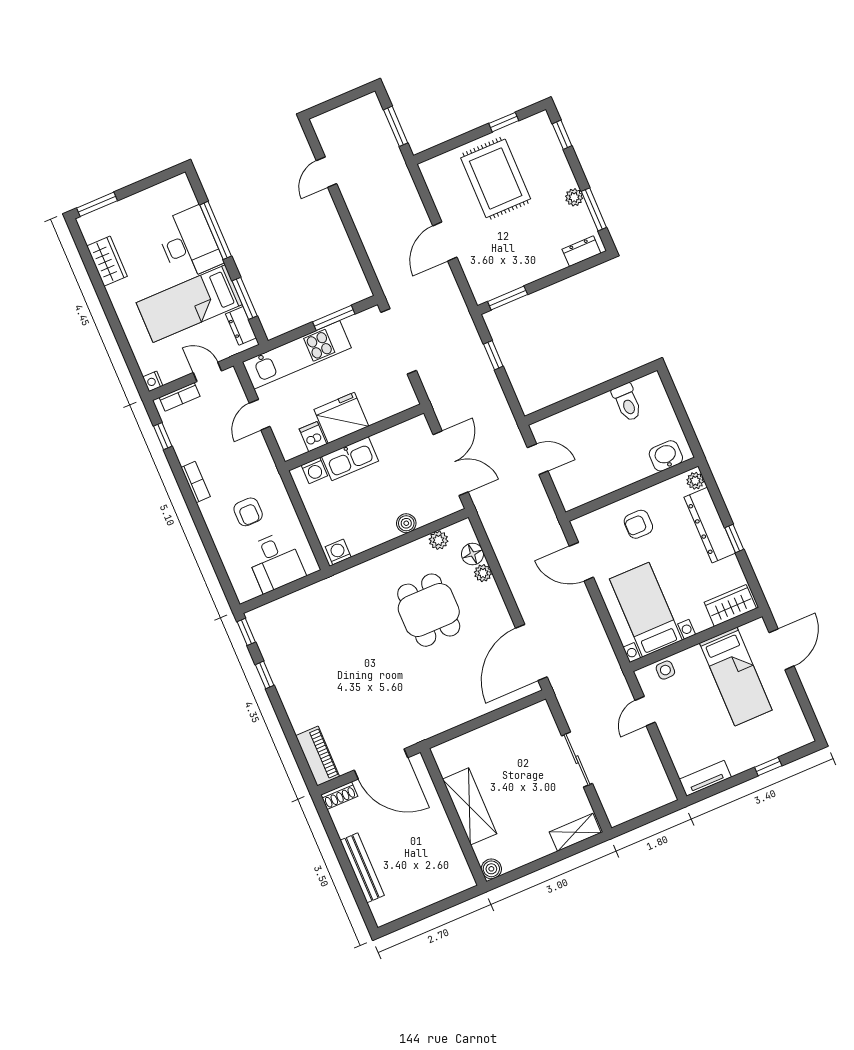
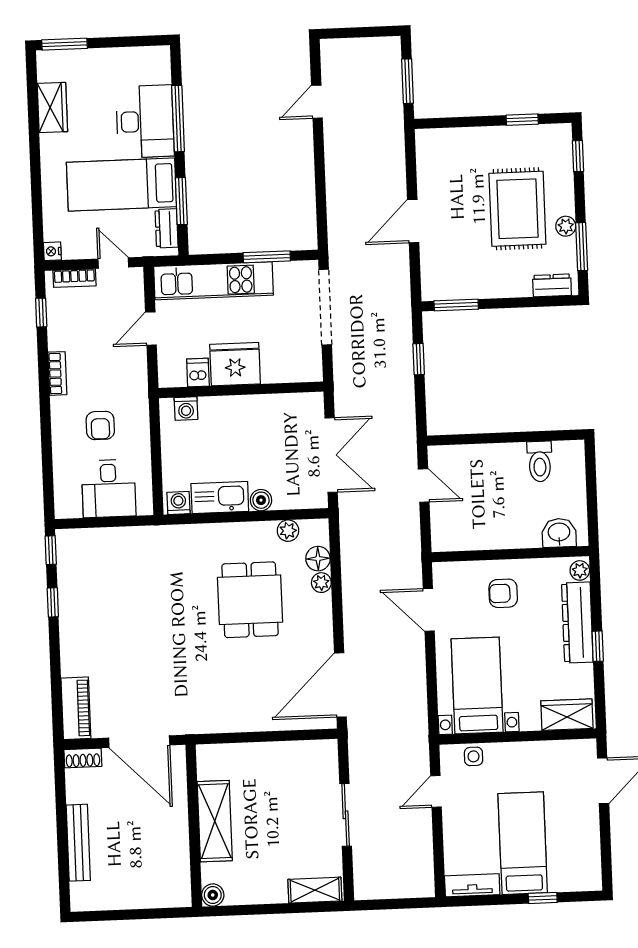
rug: (496, 178) -> (517, 209), moved
kitchen sink: (350, 459) -> (220, 498), moved, turned 180
bed: (736, 677) -> (523, 843), moved, turned 180

